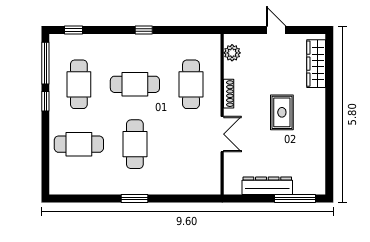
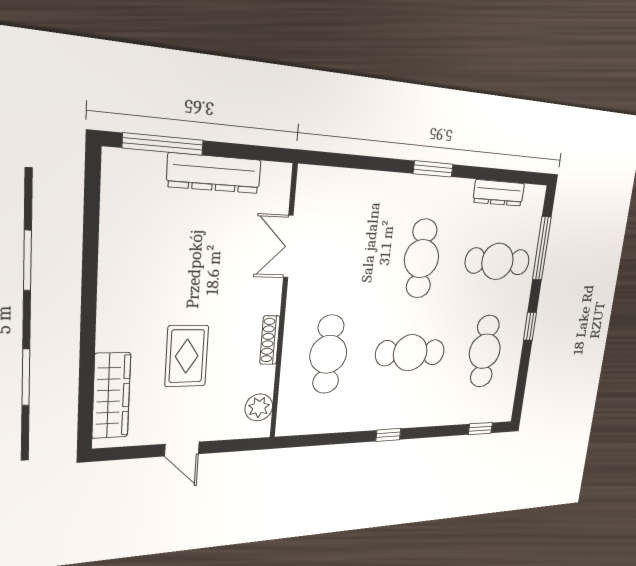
window: (45, 63) -> (542, 248), moved
rug: (282, 112) -> (187, 356), moved
double door: (222, 134) -> (288, 247), moved
dresser: (85, 188) -> (499, 193), added

